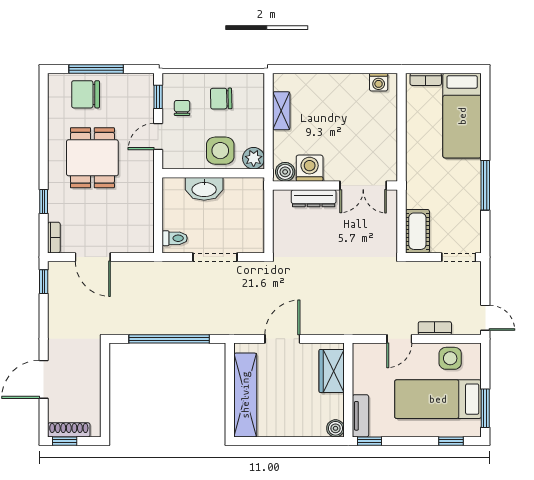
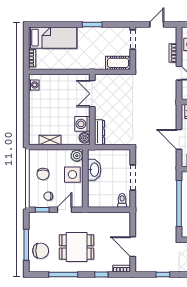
chair: (86, 94) -> (41, 251), turned -90
window: (44, 134) -> (63, 275), added
door: (158, 136) -> (64, 210), swing flipped
window: (485, 185) -> (92, 24), width x0.69
double door: (363, 186) -> (92, 94), swing flipped
washbasin: (204, 189) -> (94, 170), moved
dresser: (314, 198) -> (99, 132), moved
door: (93, 257) -> (133, 247), swing flipped
window: (44, 282) -> (163, 275), moved
door: (485, 318) -> (157, 24), moved

